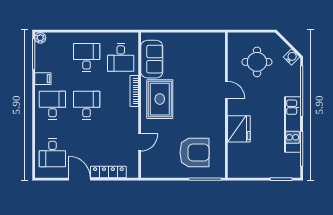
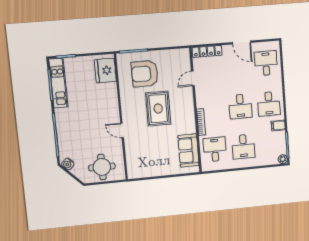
round table: (257, 62) -> (102, 167), moved
rug: (160, 99) -> (158, 109), moved
kitchen unit: (292, 124) -> (58, 83), moved
fridge: (239, 129) -> (105, 71), moved
locker: (108, 172) -> (207, 51), moved

